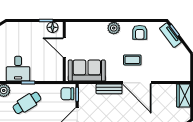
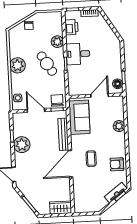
plant: (114, 28) -> (119, 126), moved
bench: (109, 89) -> (63, 134), width x1.36

